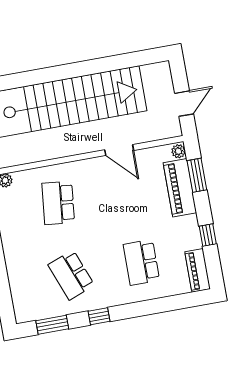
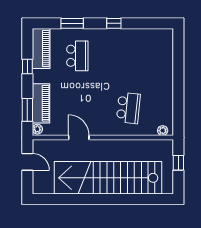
door: (184, 104) -> (27, 162), swing flipped
piano: (198, 270) -> (41, 48), width x1.37, depth x1.33
school desk: (71, 275) -> (128, 56), removed
window: (52, 325) -> (72, 23), moved

